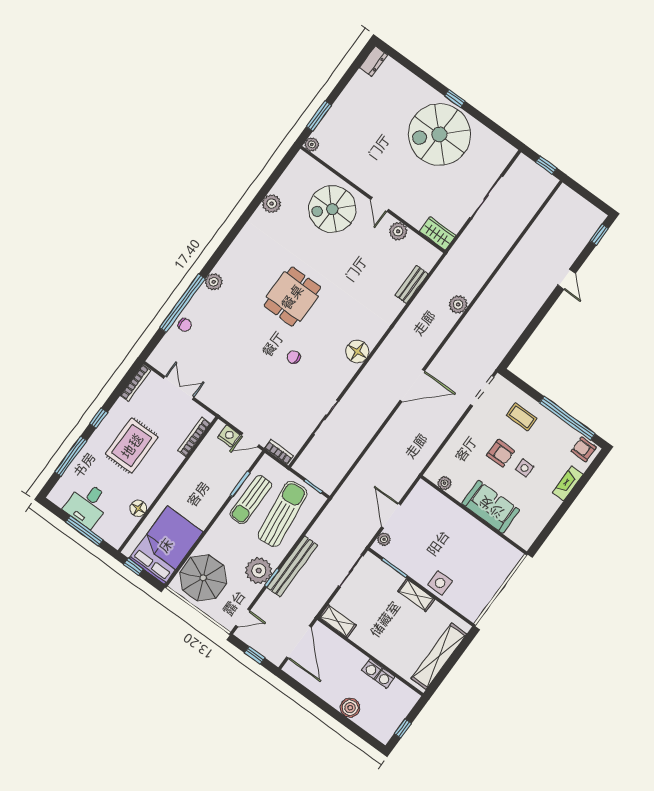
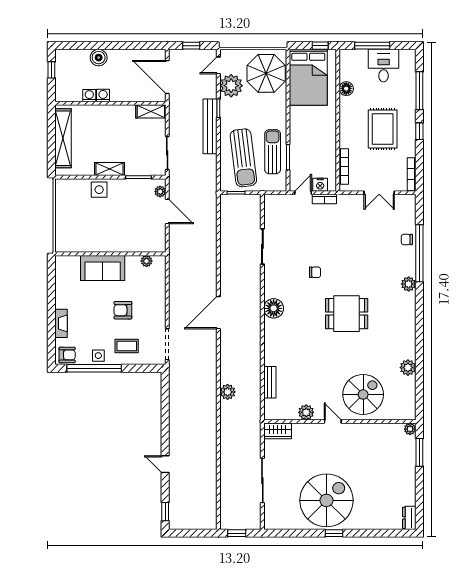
dining table: (292, 297) -> (347, 314), turned 90
bookcase: (279, 452) -> (324, 199), moved
side table: (525, 468) -> (98, 356), moved
plant: (259, 571) -> (231, 86), moved

